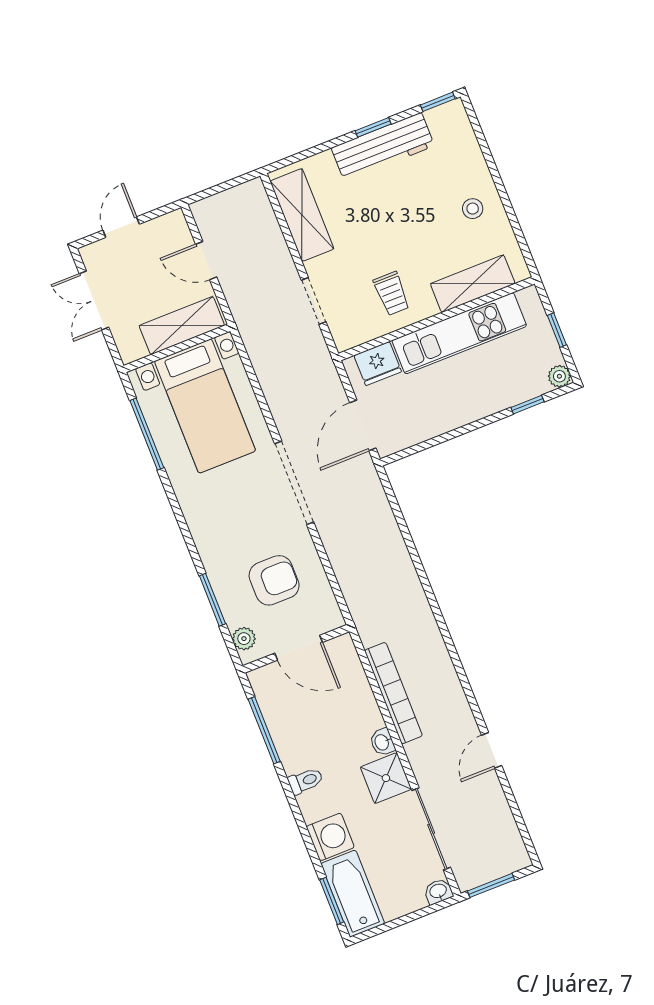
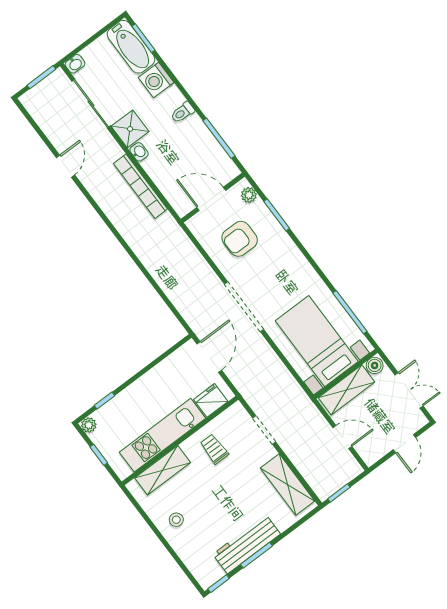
window: (373, 127) -> (257, 555), width x1.50
window: (233, 183) -> (339, 493), added
boiler: (133, 349) -> (375, 365), added

